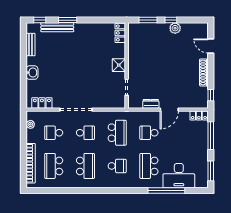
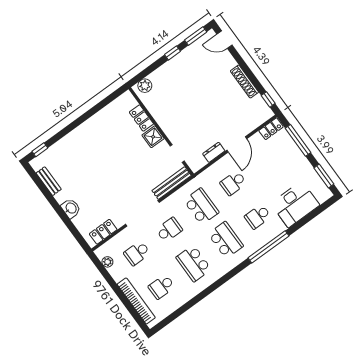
window: (68, 20) -> (68, 129), removed
window: (148, 20) -> (196, 36), moved
bench: (57, 27) -> (172, 183), moved
plant: (175, 28) -> (145, 86), moved
locker: (120, 33) -> (141, 118), moved
door: (211, 46) -> (224, 40), moved
school desk: (54, 166) -> (162, 287), width x0.54
school desk: (85, 166) -> (194, 263), turned 180
school desk: (117, 166) -> (226, 240), width x1.85
school desk: (149, 166) -> (258, 217), width x0.54
window: (166, 191) -> (268, 247), moved

